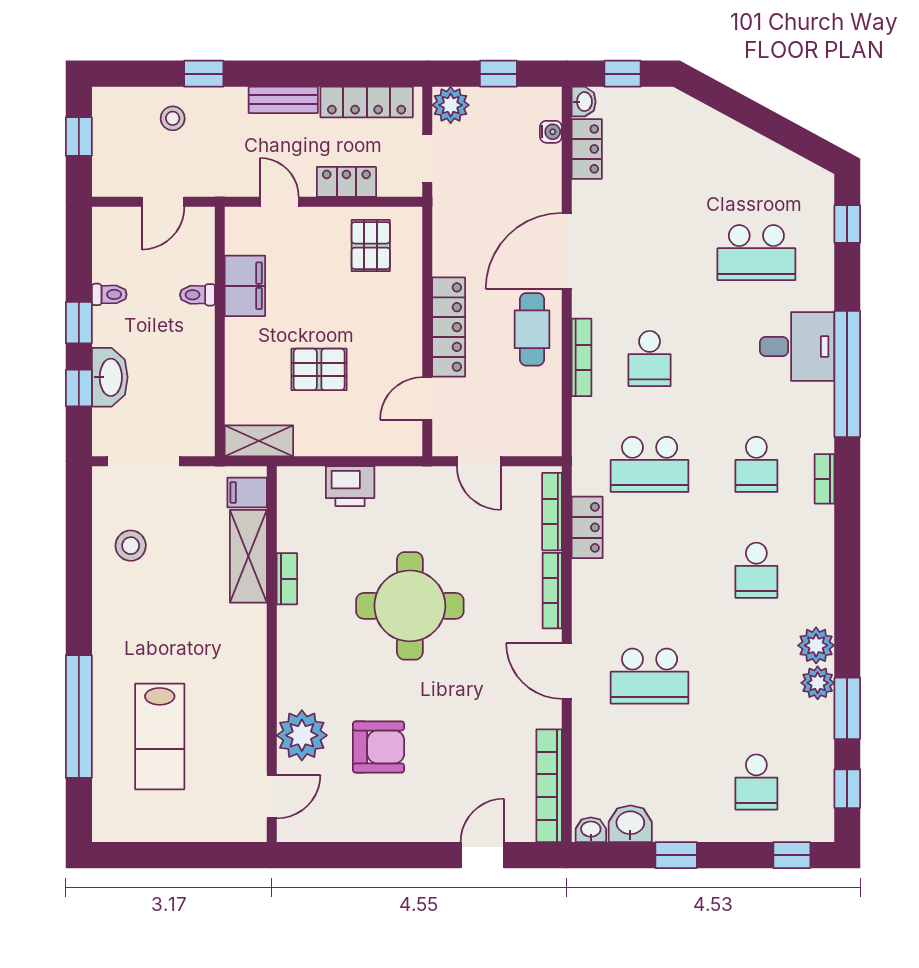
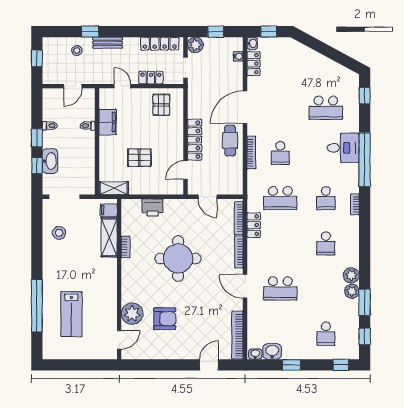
bench: (283, 100) -> (108, 43), moved

